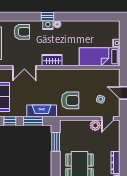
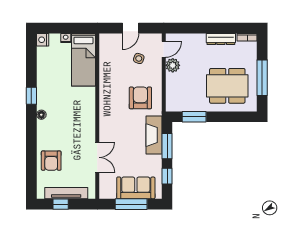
window: (47, 17) -> (31, 96), moved
nightstand: (48, 25) -> (43, 40), moved
armchair: (22, 32) -> (51, 161), turned 180
wardrobe: (52, 60) -> (88, 121), removed
door: (108, 118) -> (164, 49), hinge flipped

